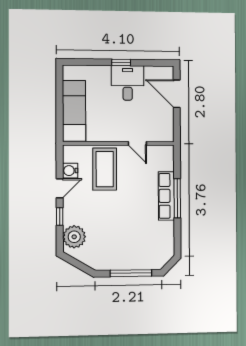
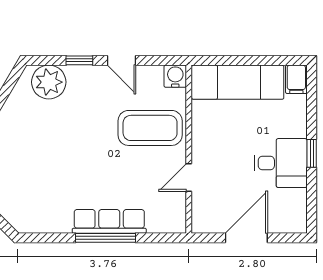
filing cabinet: (72, 72) -> (296, 79), added
door: (177, 94) -> (246, 238), moved
water cooler: (70, 171) -> (175, 76), moved

